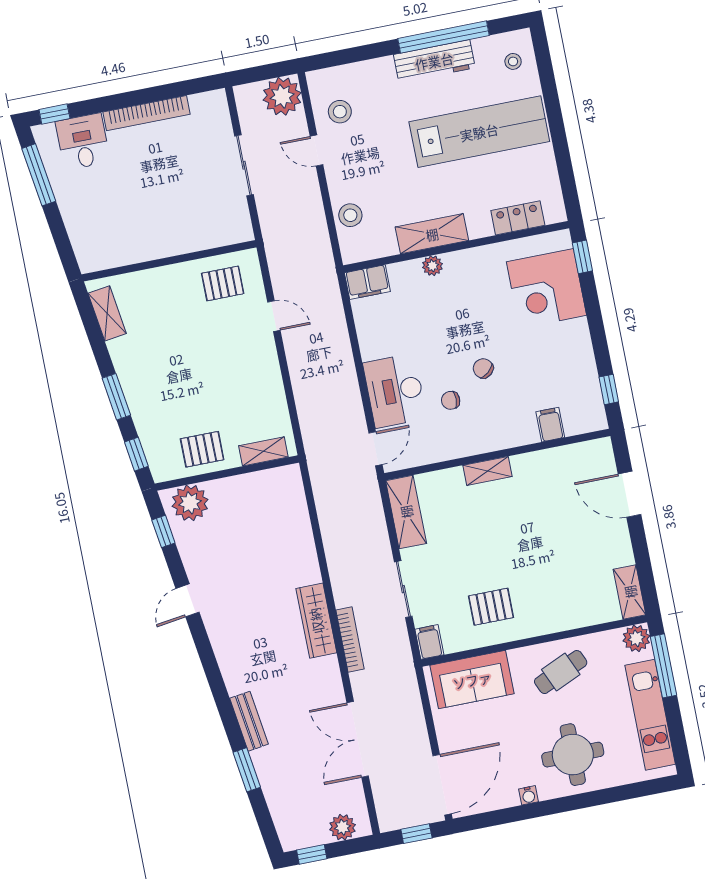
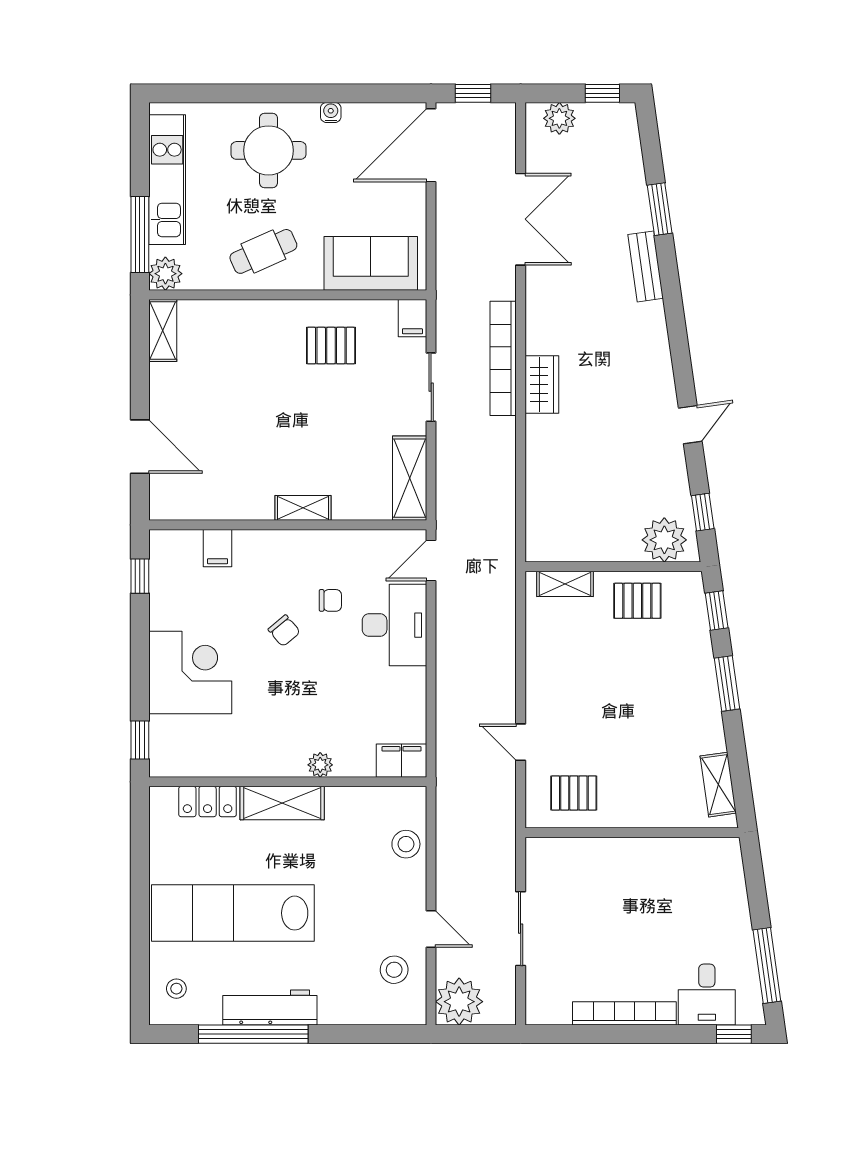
shelving: (432, 234) -> (282, 803), moved
corner desk: (546, 289) -> (190, 673), moved
wardrobe: (316, 621) -> (542, 384), width x0.67
bookcase: (350, 639) -> (503, 358), width x1.48, depth x1.31

